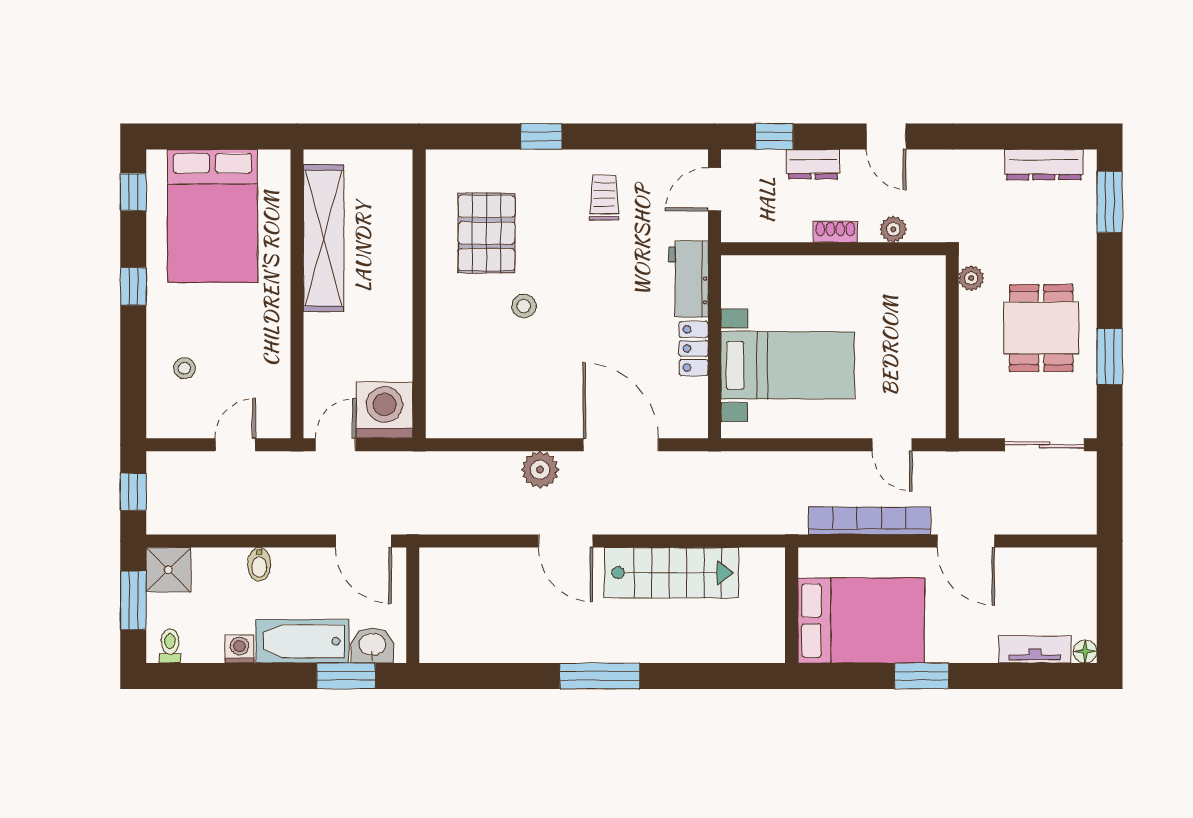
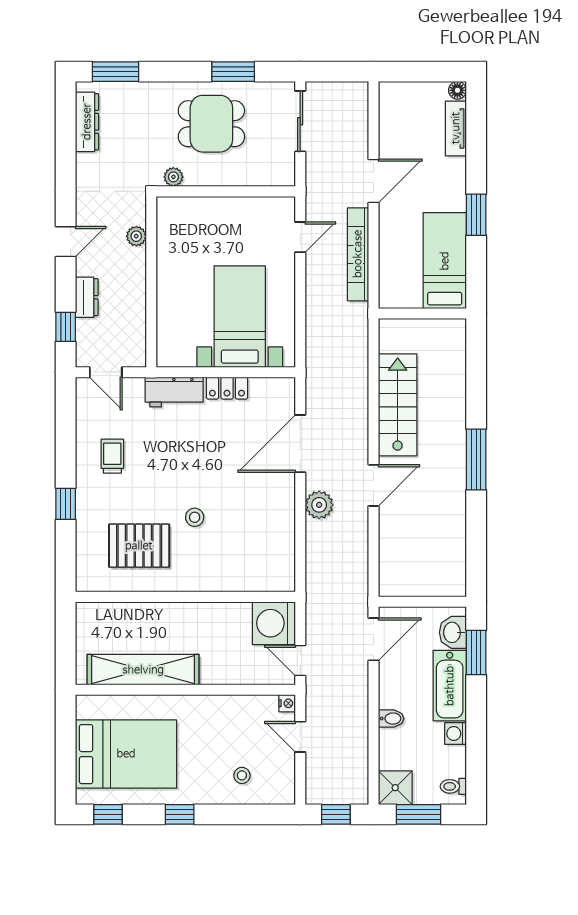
trolley: (604, 198) -> (112, 456), turned 90
shoe rack: (835, 232) -> (138, 280), removed
nightstand: (279, 428) -> (287, 703), added
bed: (861, 621) -> (445, 261), width x0.67

